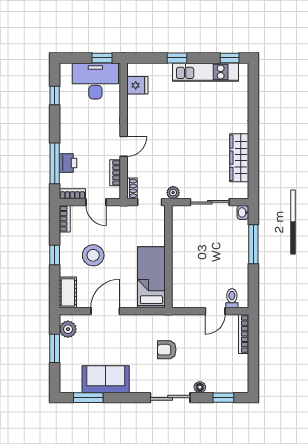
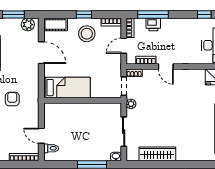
stool: (93, 255) -> (87, 34), moved

